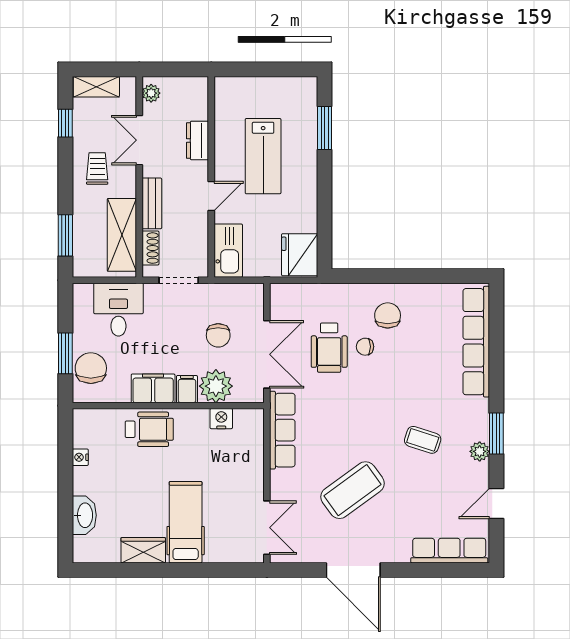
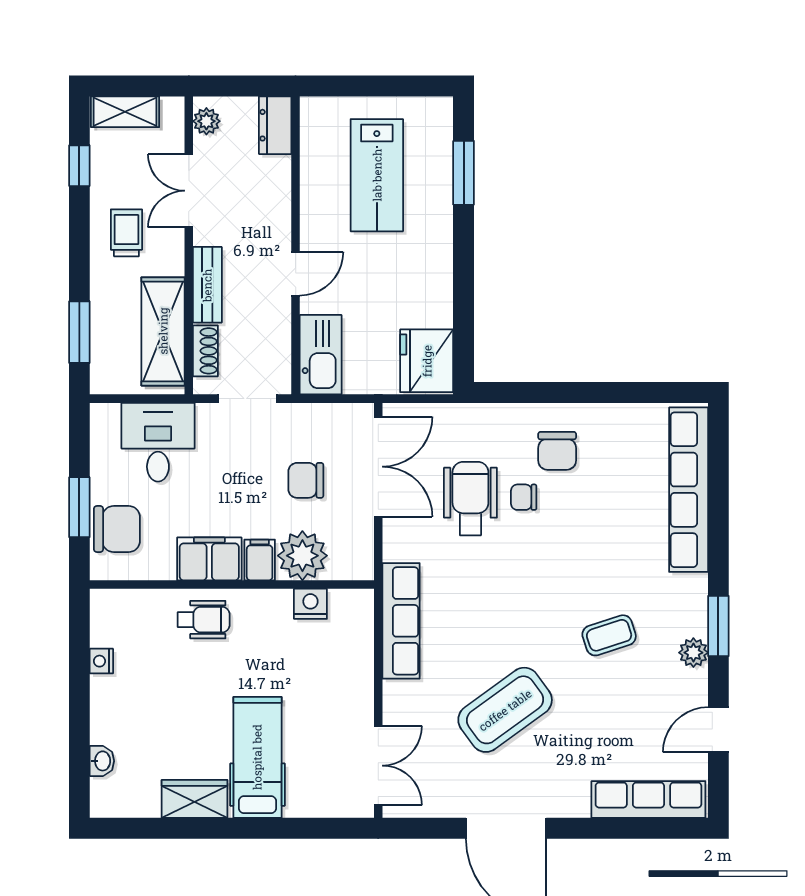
dresser: (197, 141) -> (275, 125), moved
lab bench: (263, 156) -> (377, 175), moved
chair: (388, 315) -> (557, 451), turned 180
chair: (218, 335) -> (306, 480), turned 90
wheelchair: (329, 348) -> (470, 499), turned 180
double door: (267, 354) -> (378, 467), moved
chair: (91, 368) -> (117, 529), turned 90
wheelchair: (149, 429) -> (204, 620), width x0.73, depth x0.73
coffee table: (423, 440) -> (609, 635), turned -36
washbasin: (84, 515) -> (102, 761), width x0.52, depth x0.69

